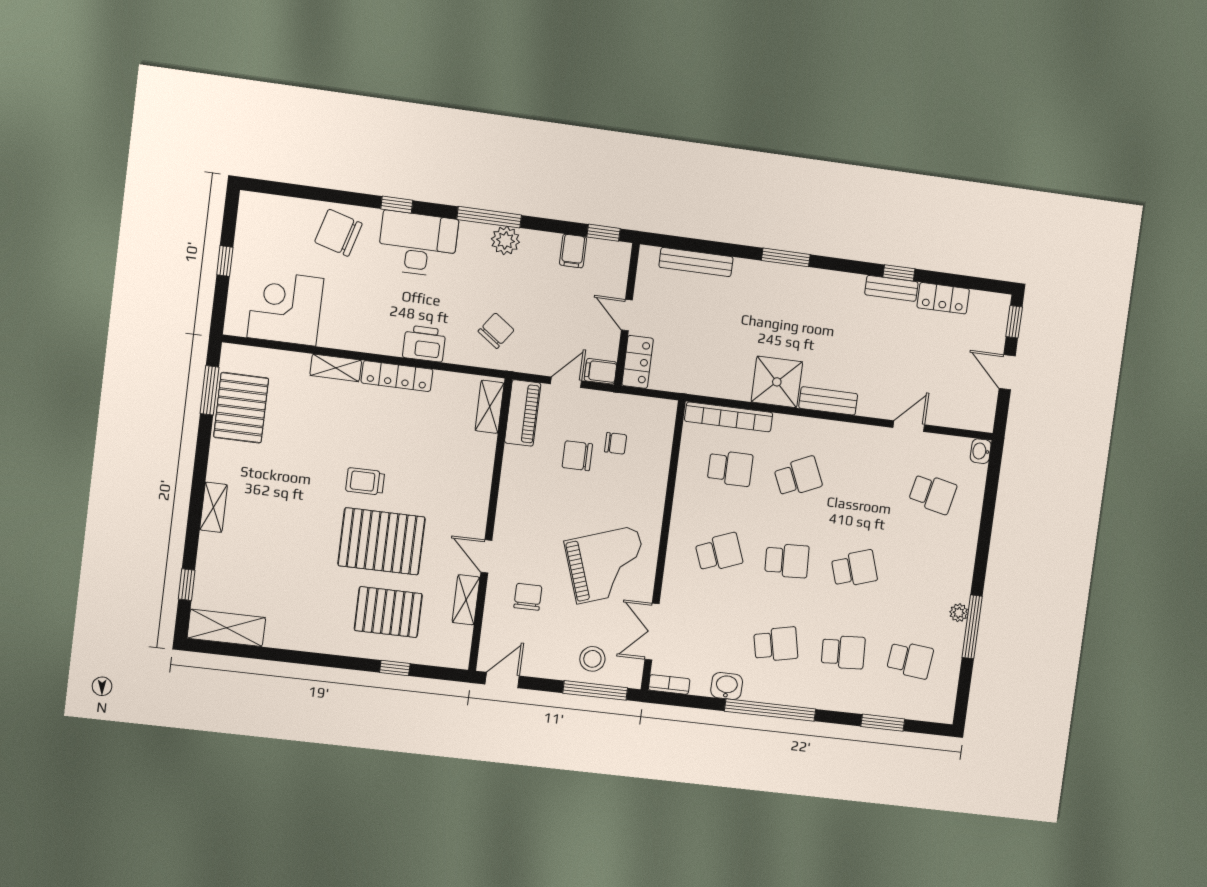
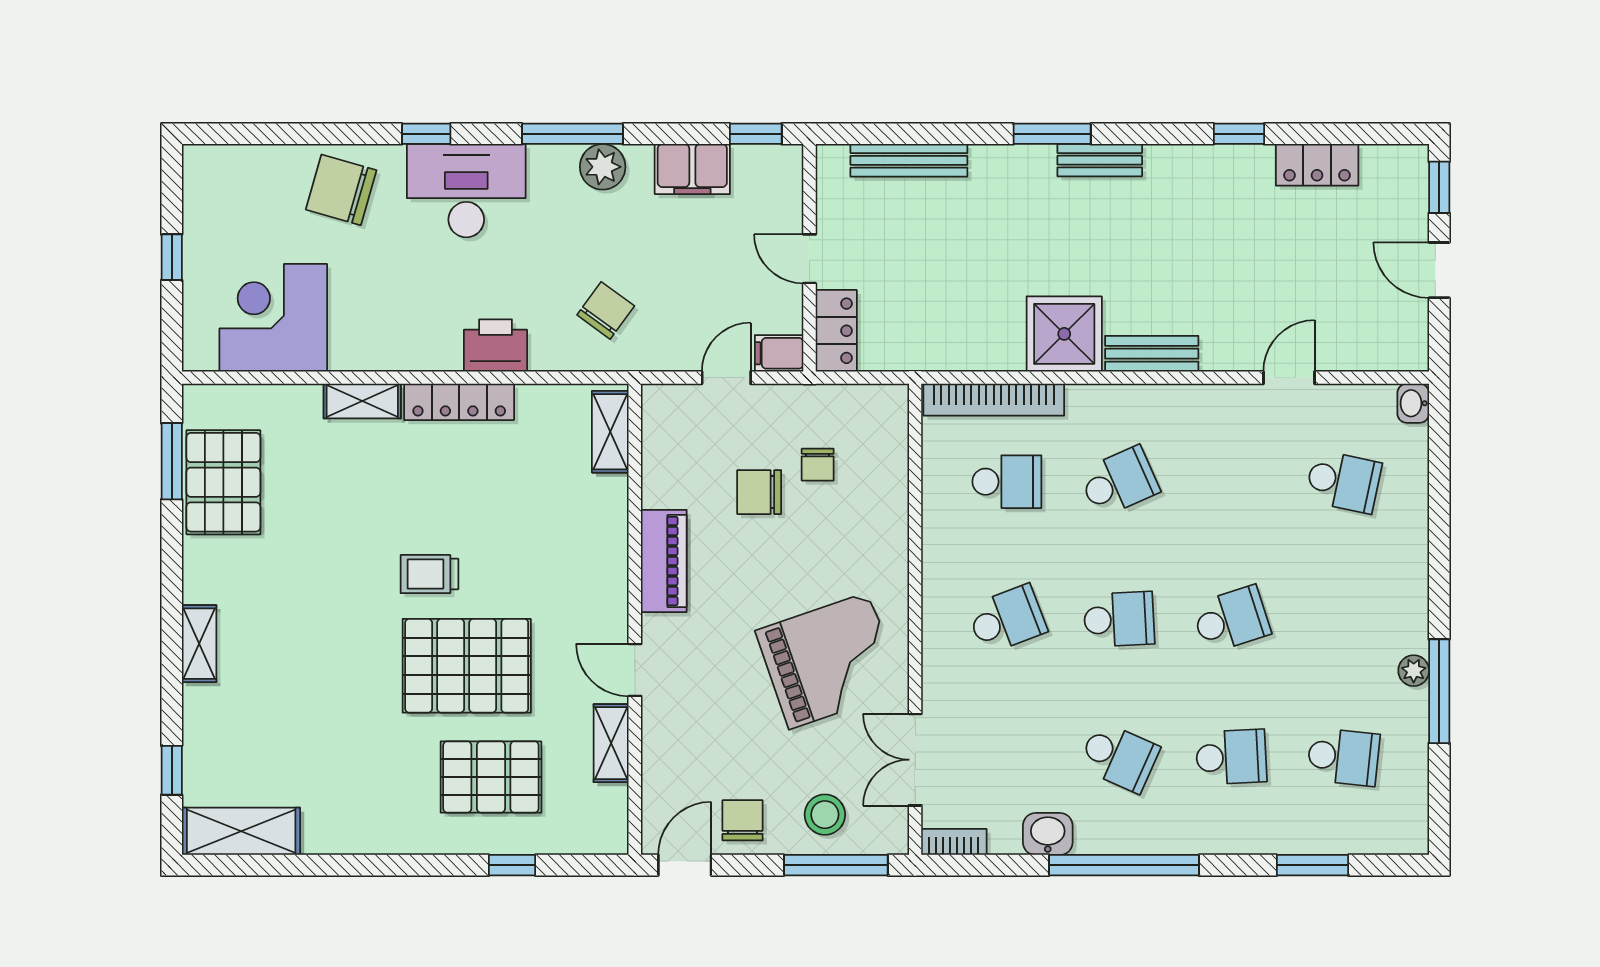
filing cabinet: (573, 251) -> (692, 169), width x2.00
bench: (891, 288) -> (1100, 160), moved
piano: (523, 413) -> (664, 561), moved
chair: (616, 443) -> (818, 465), turned 90
chair: (528, 597) -> (743, 820), moved
school desk: (776, 644) -> (1119, 757), turned 36

